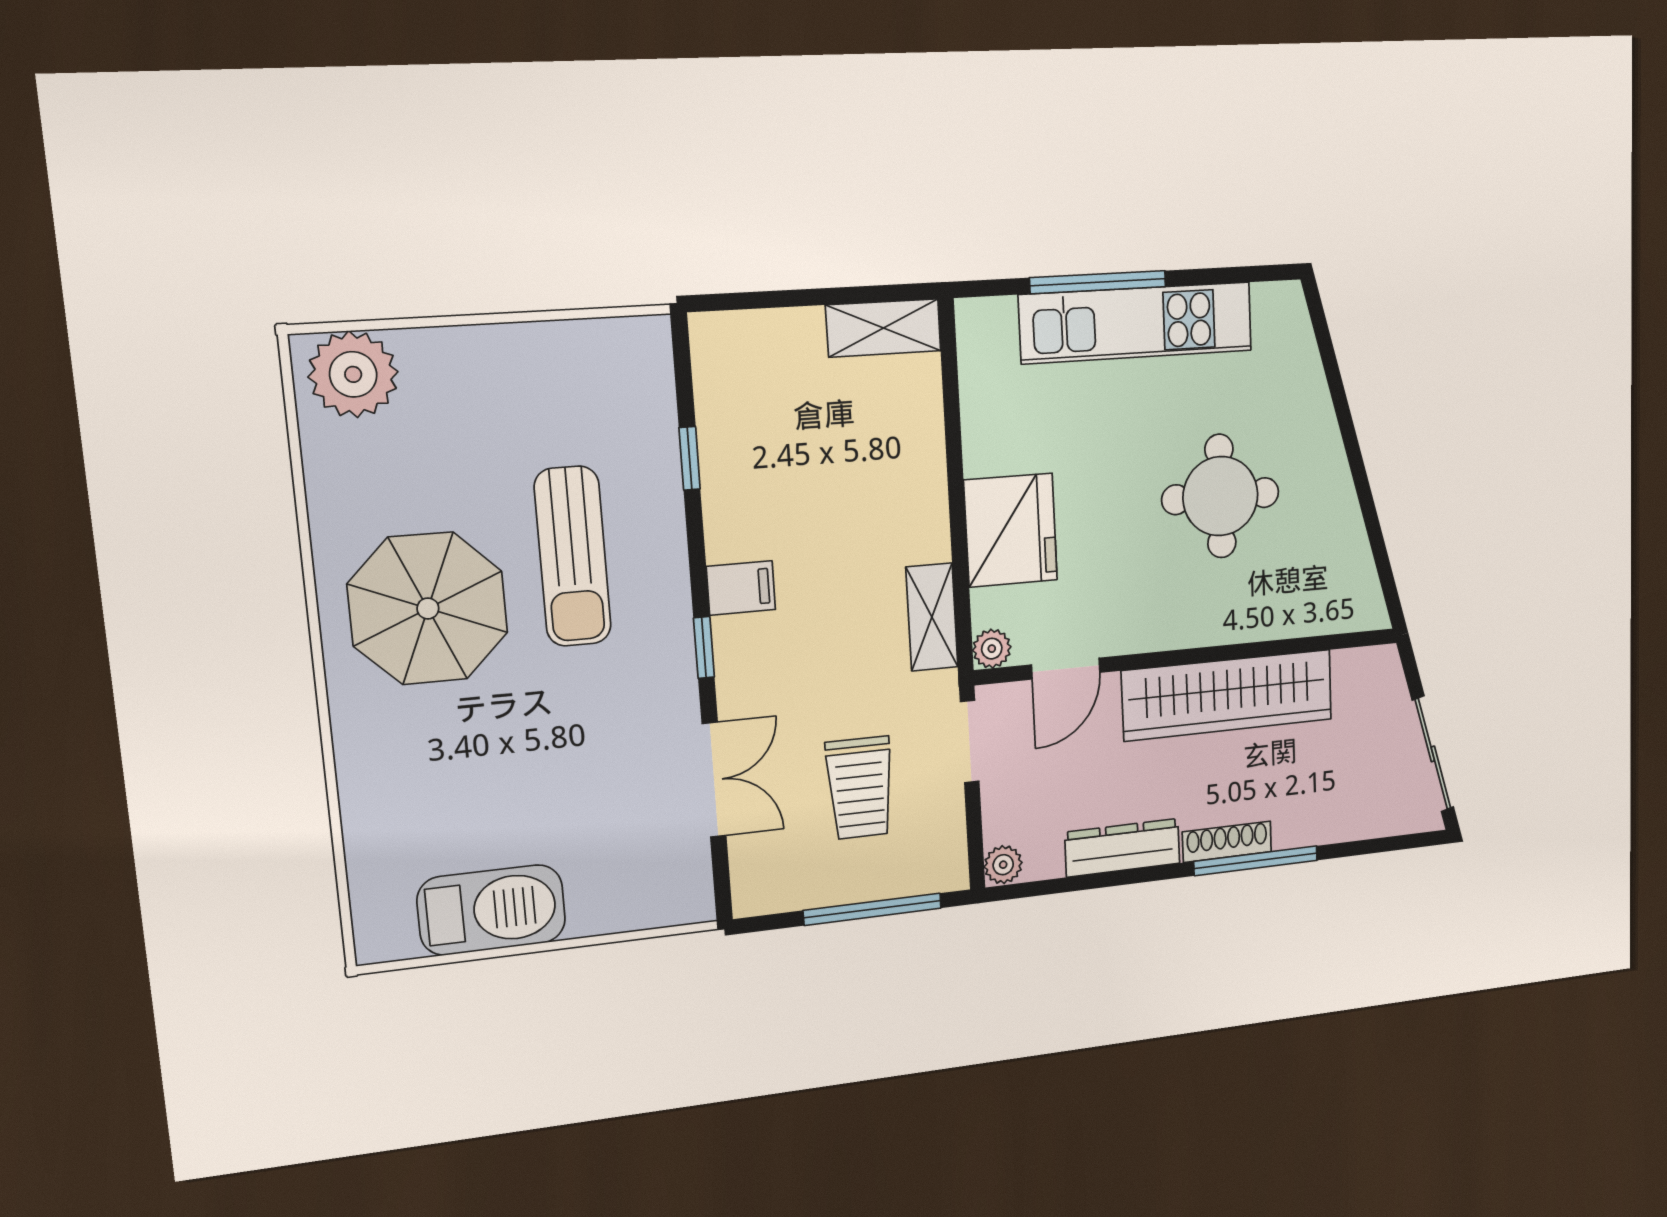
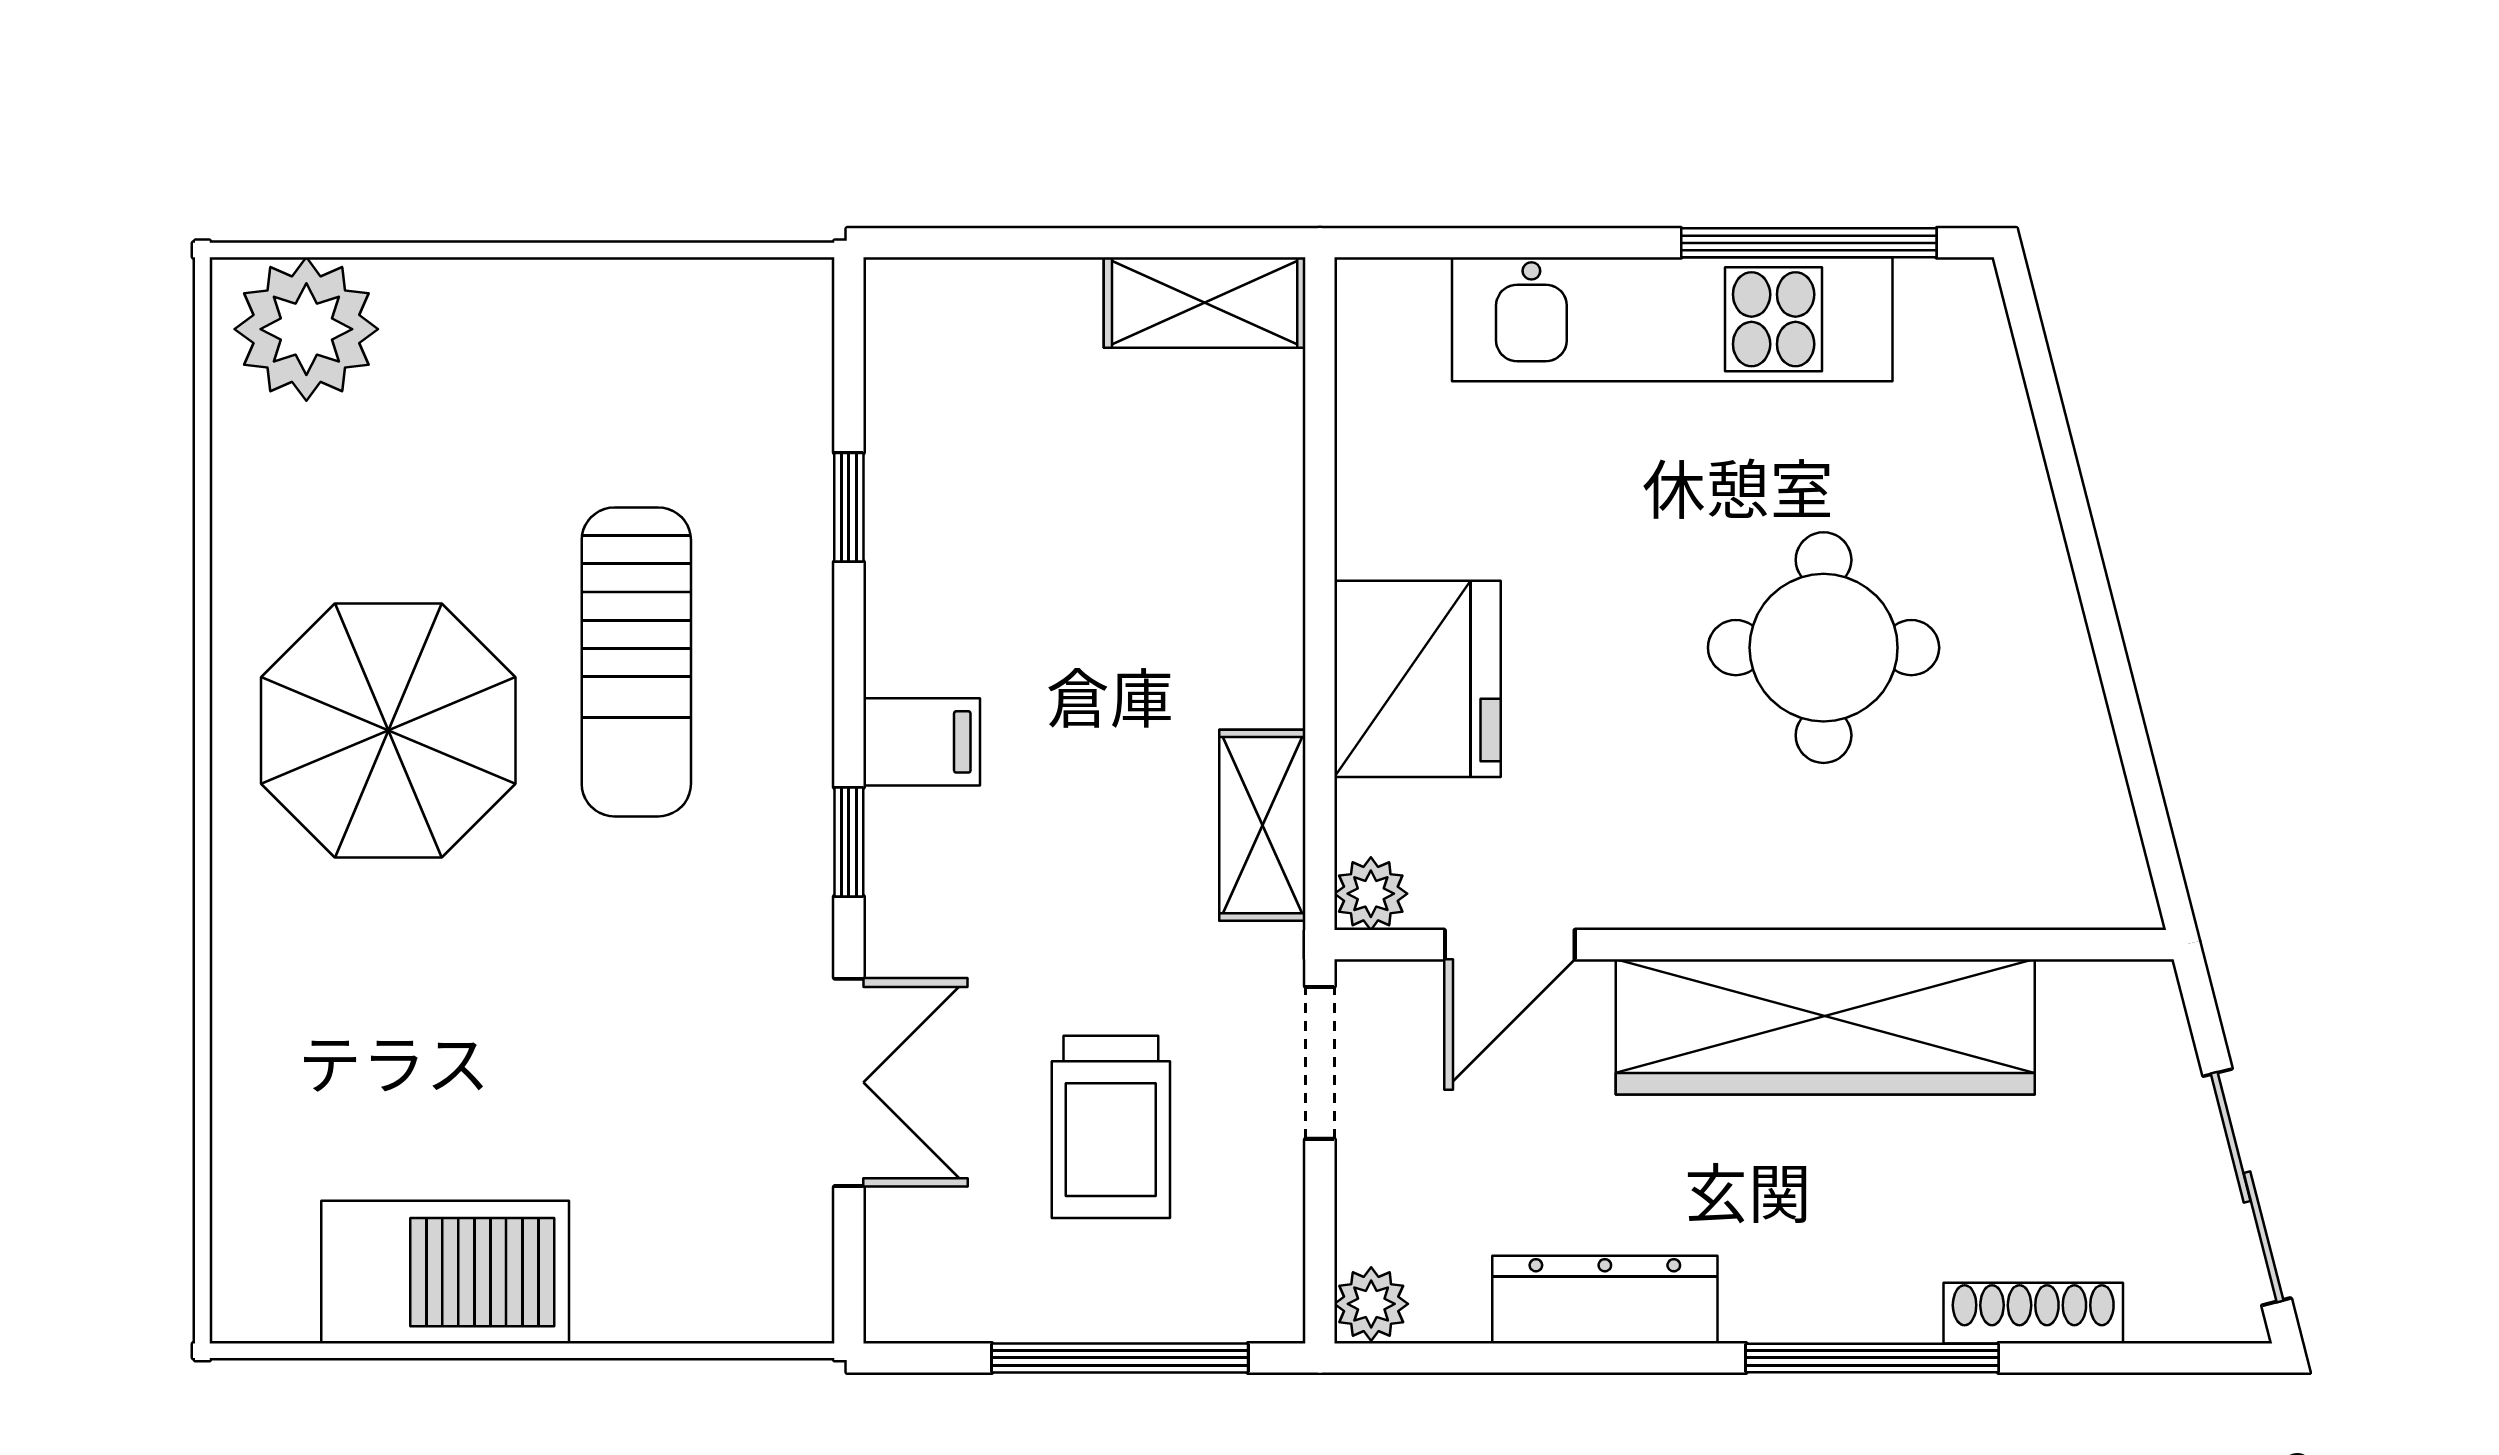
window: (1098, 282) -> (1809, 243), moved
shoe rack: (1227, 842) -> (2033, 1313), moved

